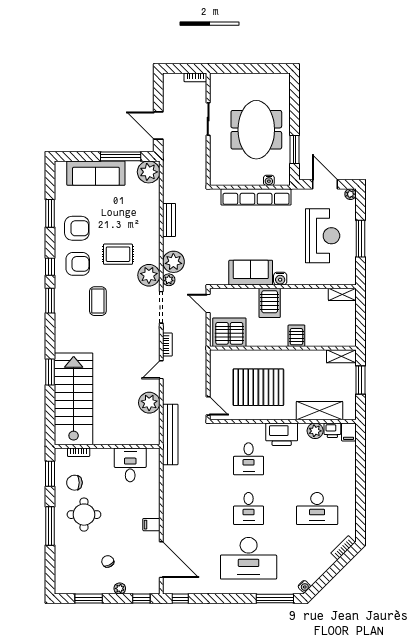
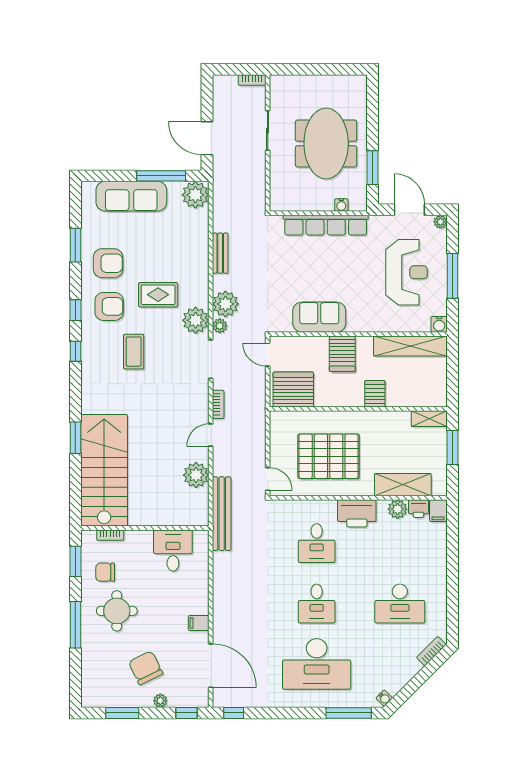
water cooler: (280, 279) -> (439, 324), moved
shelving: (342, 294) -> (410, 346), width x2.20, depth x1.33
window: (50, 301) -> (75, 351), width x0.67
chair: (108, 561) -> (146, 668), width x1.87, depth x1.87

